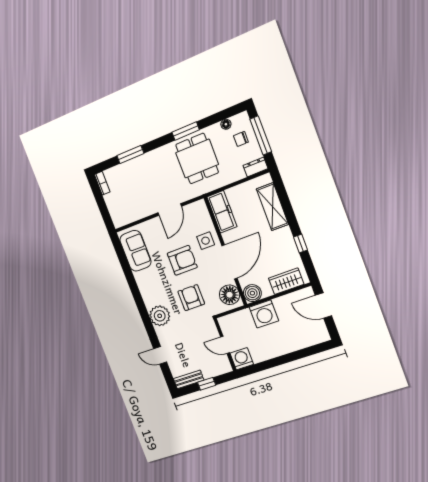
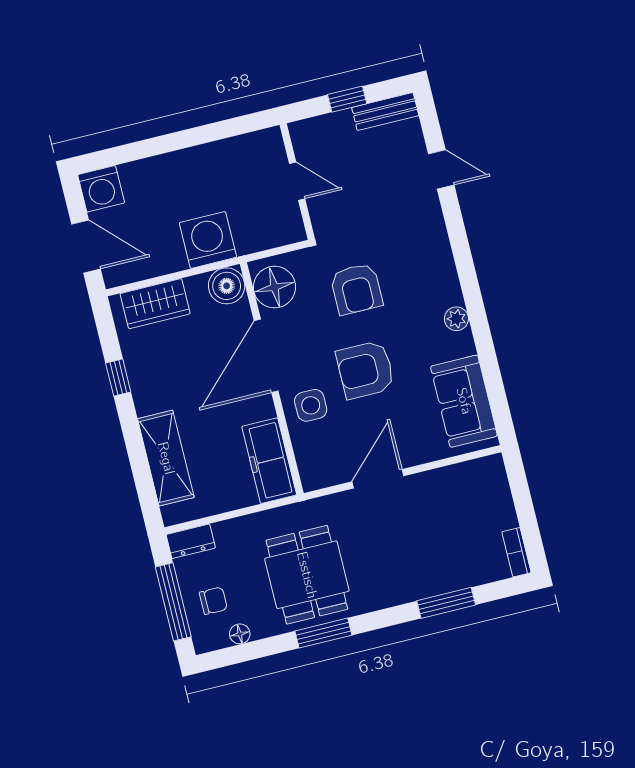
plant: (160, 316) -> (456, 319), moved, width x0.53, depth x0.53
washing machine: (242, 359) -> (101, 189), moved

